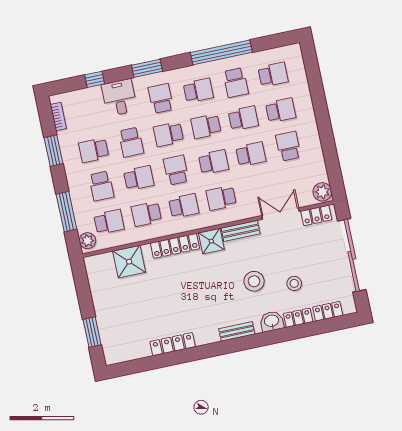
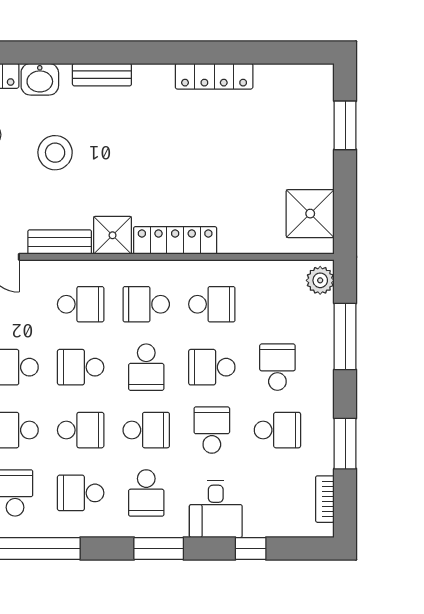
school desk: (109, 222) -> (277, 304), removed
shower: (129, 262) -> (310, 214), moved

